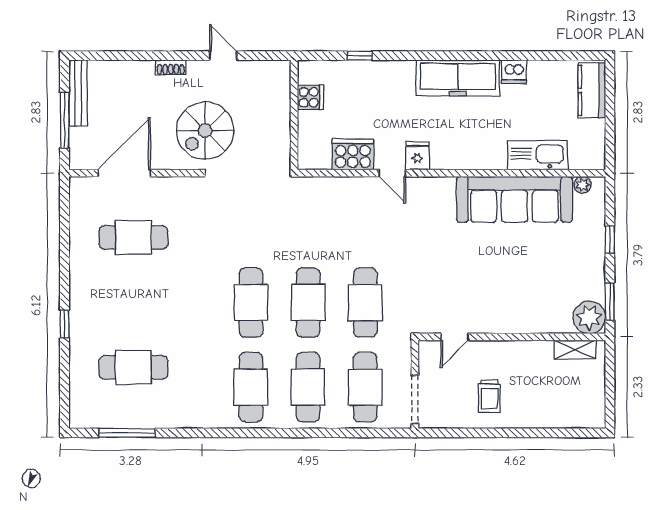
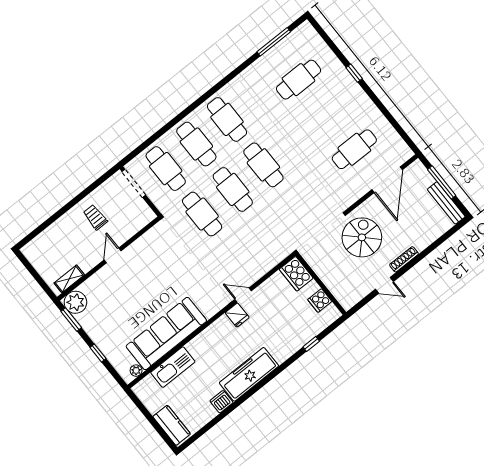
shoe rack: (171, 67) -> (404, 259), width x1.43
cooker: (353, 155) -> (296, 274), moved, turned 90
door: (455, 337) -> (113, 255), moved

